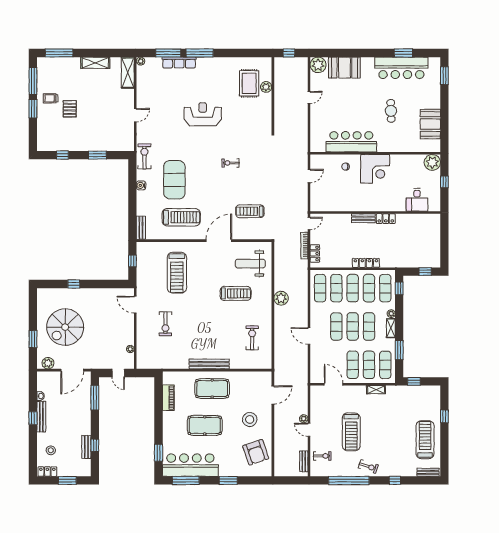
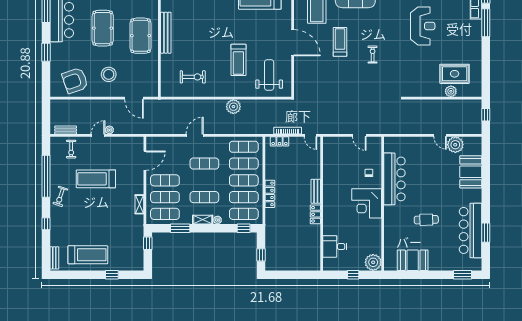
plant: (318, 65) -> (455, 145), moved
treadmill: (250, 211) -> (340, 42), moved
exercise mat: (353, 326) -> (204, 180), removed

